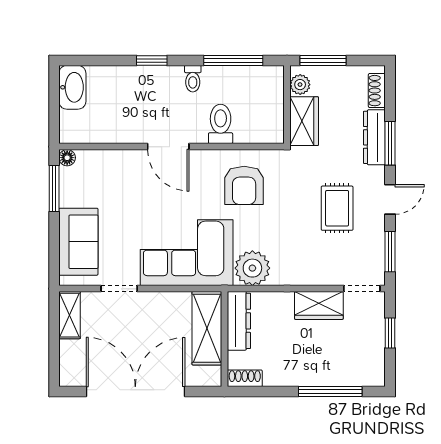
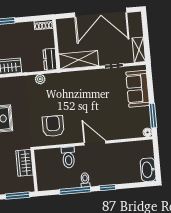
window: (233, 60) -> (75, 190), moved
plant: (300, 85) -> (28, 182), removed
corner sofa: (187, 253) -> (80, 88), removed
plant: (252, 268) -> (40, 79), width x0.53, depth x0.53
dresser: (239, 321) -> (50, 59), width x0.70
shelving: (207, 328) -> (79, 60), moved, turned 90

